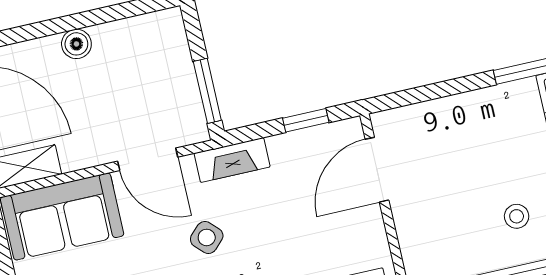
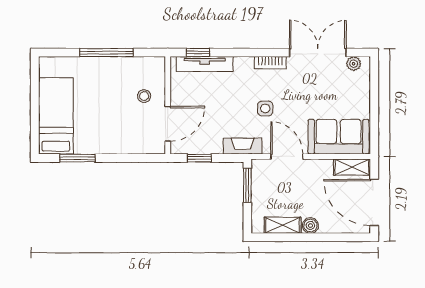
shelving: (127, 33) -> (283, 225), added
stool: (517, 216) -> (144, 96), moved
side table: (207, 237) -> (265, 108), turned 45

